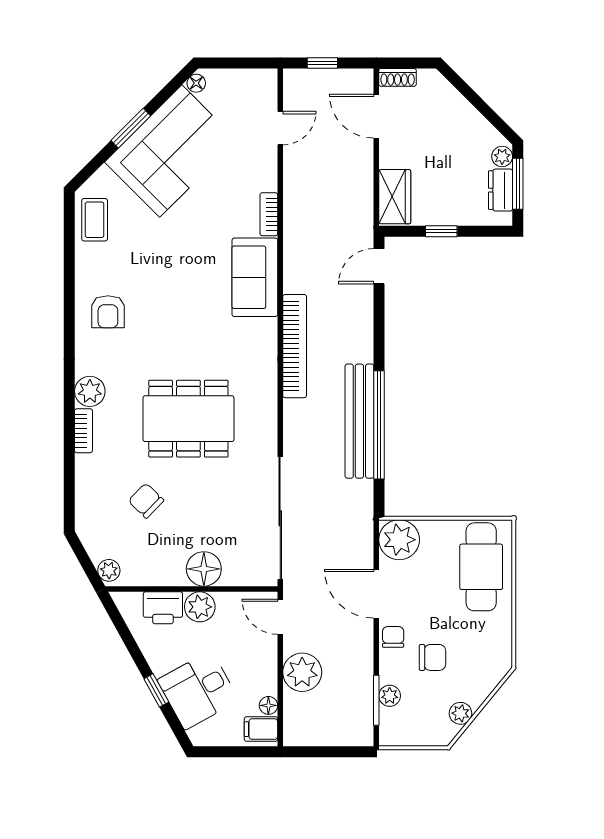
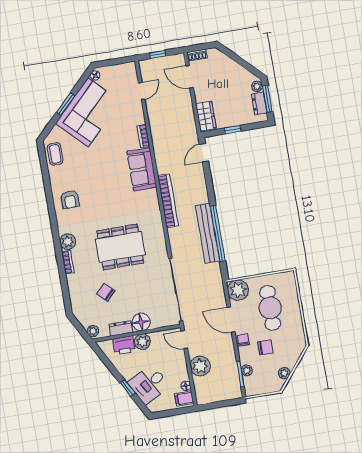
cafe table: (481, 567) -> (270, 308), moved
dresser: (163, 574) -> (121, 328), added

